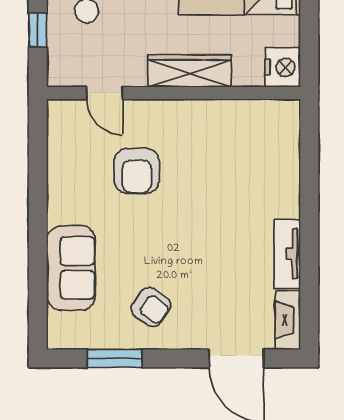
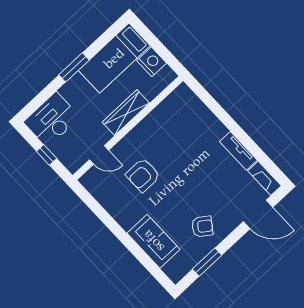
nightstand: (283, 67) -> (152, 62), moved
armchair: (137, 171) -> (143, 175), turned 90

